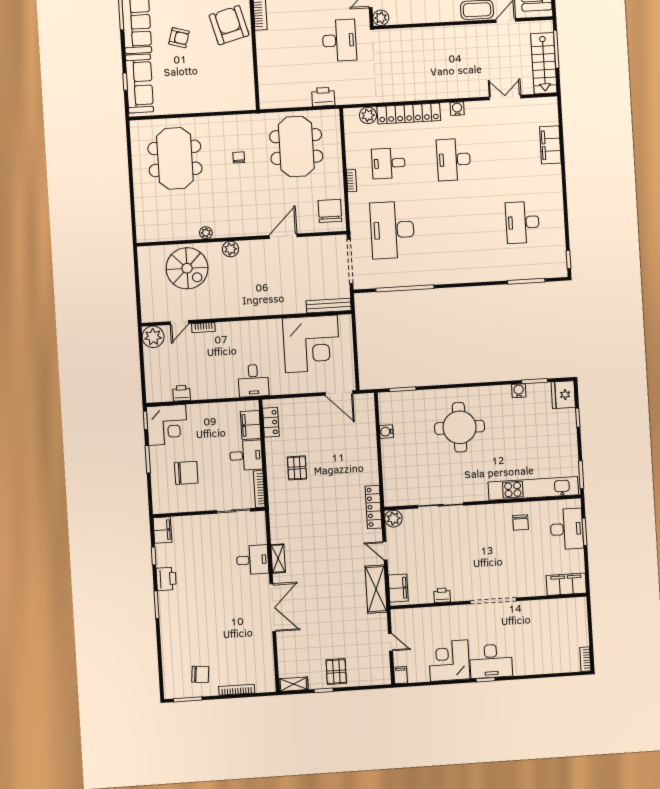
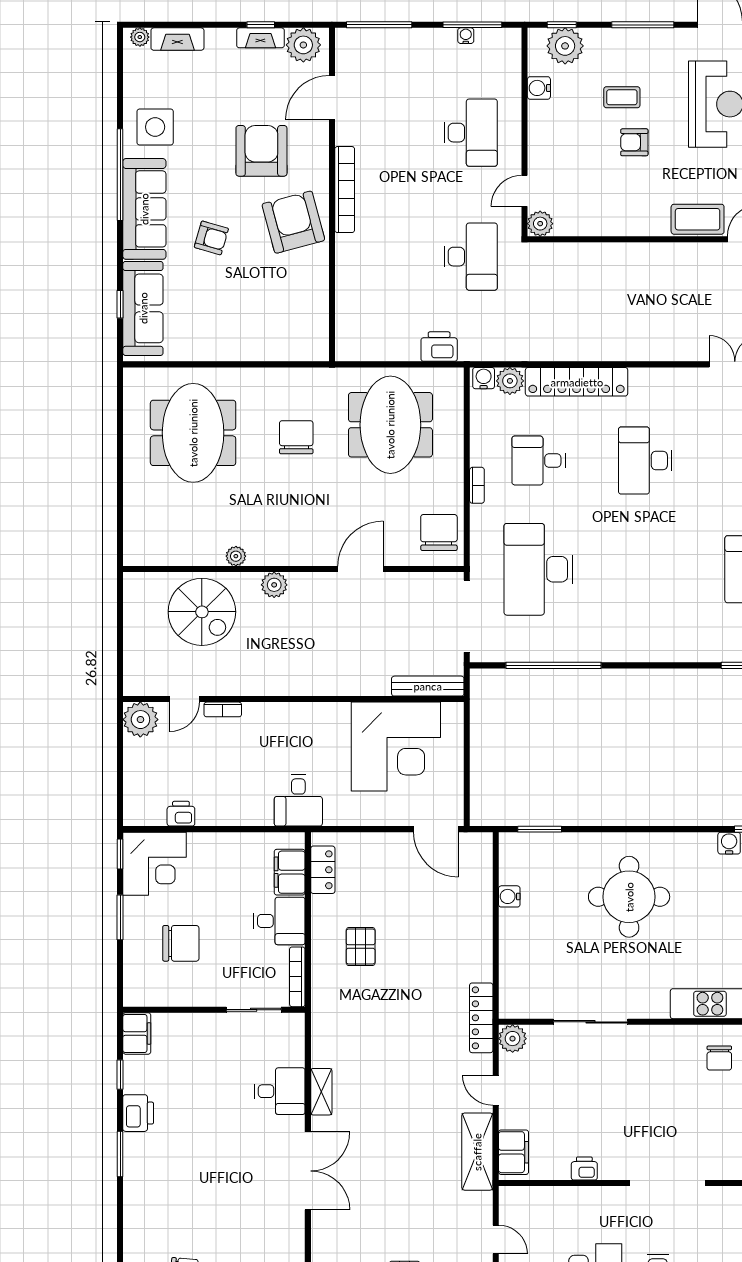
water cooler: (457, 109) -> (484, 378), moved
chair: (239, 157) -> (296, 437), width x1.87, depth x1.87

